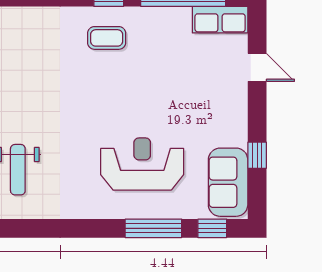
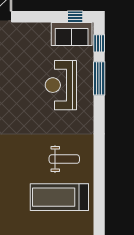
window: (257, 155) -> (75, 17), moved

